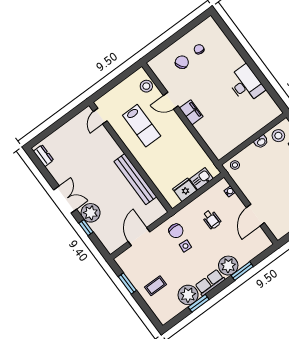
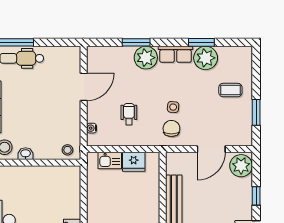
plant: (91, 213) -> (241, 166), moved

